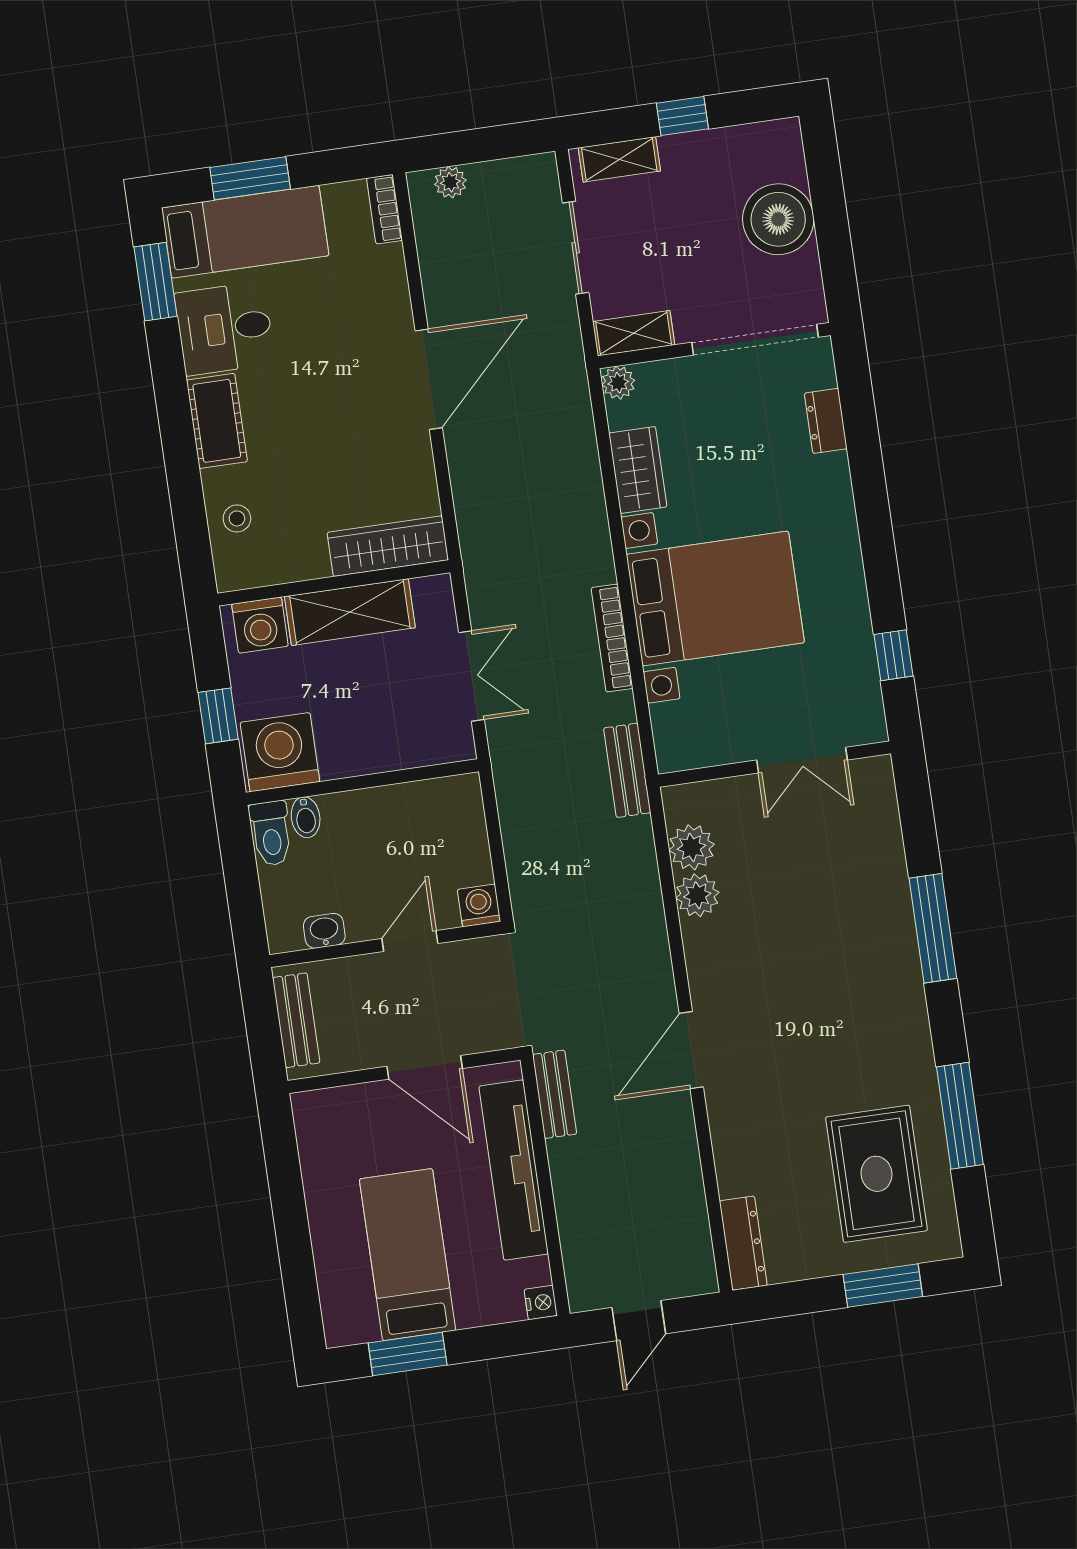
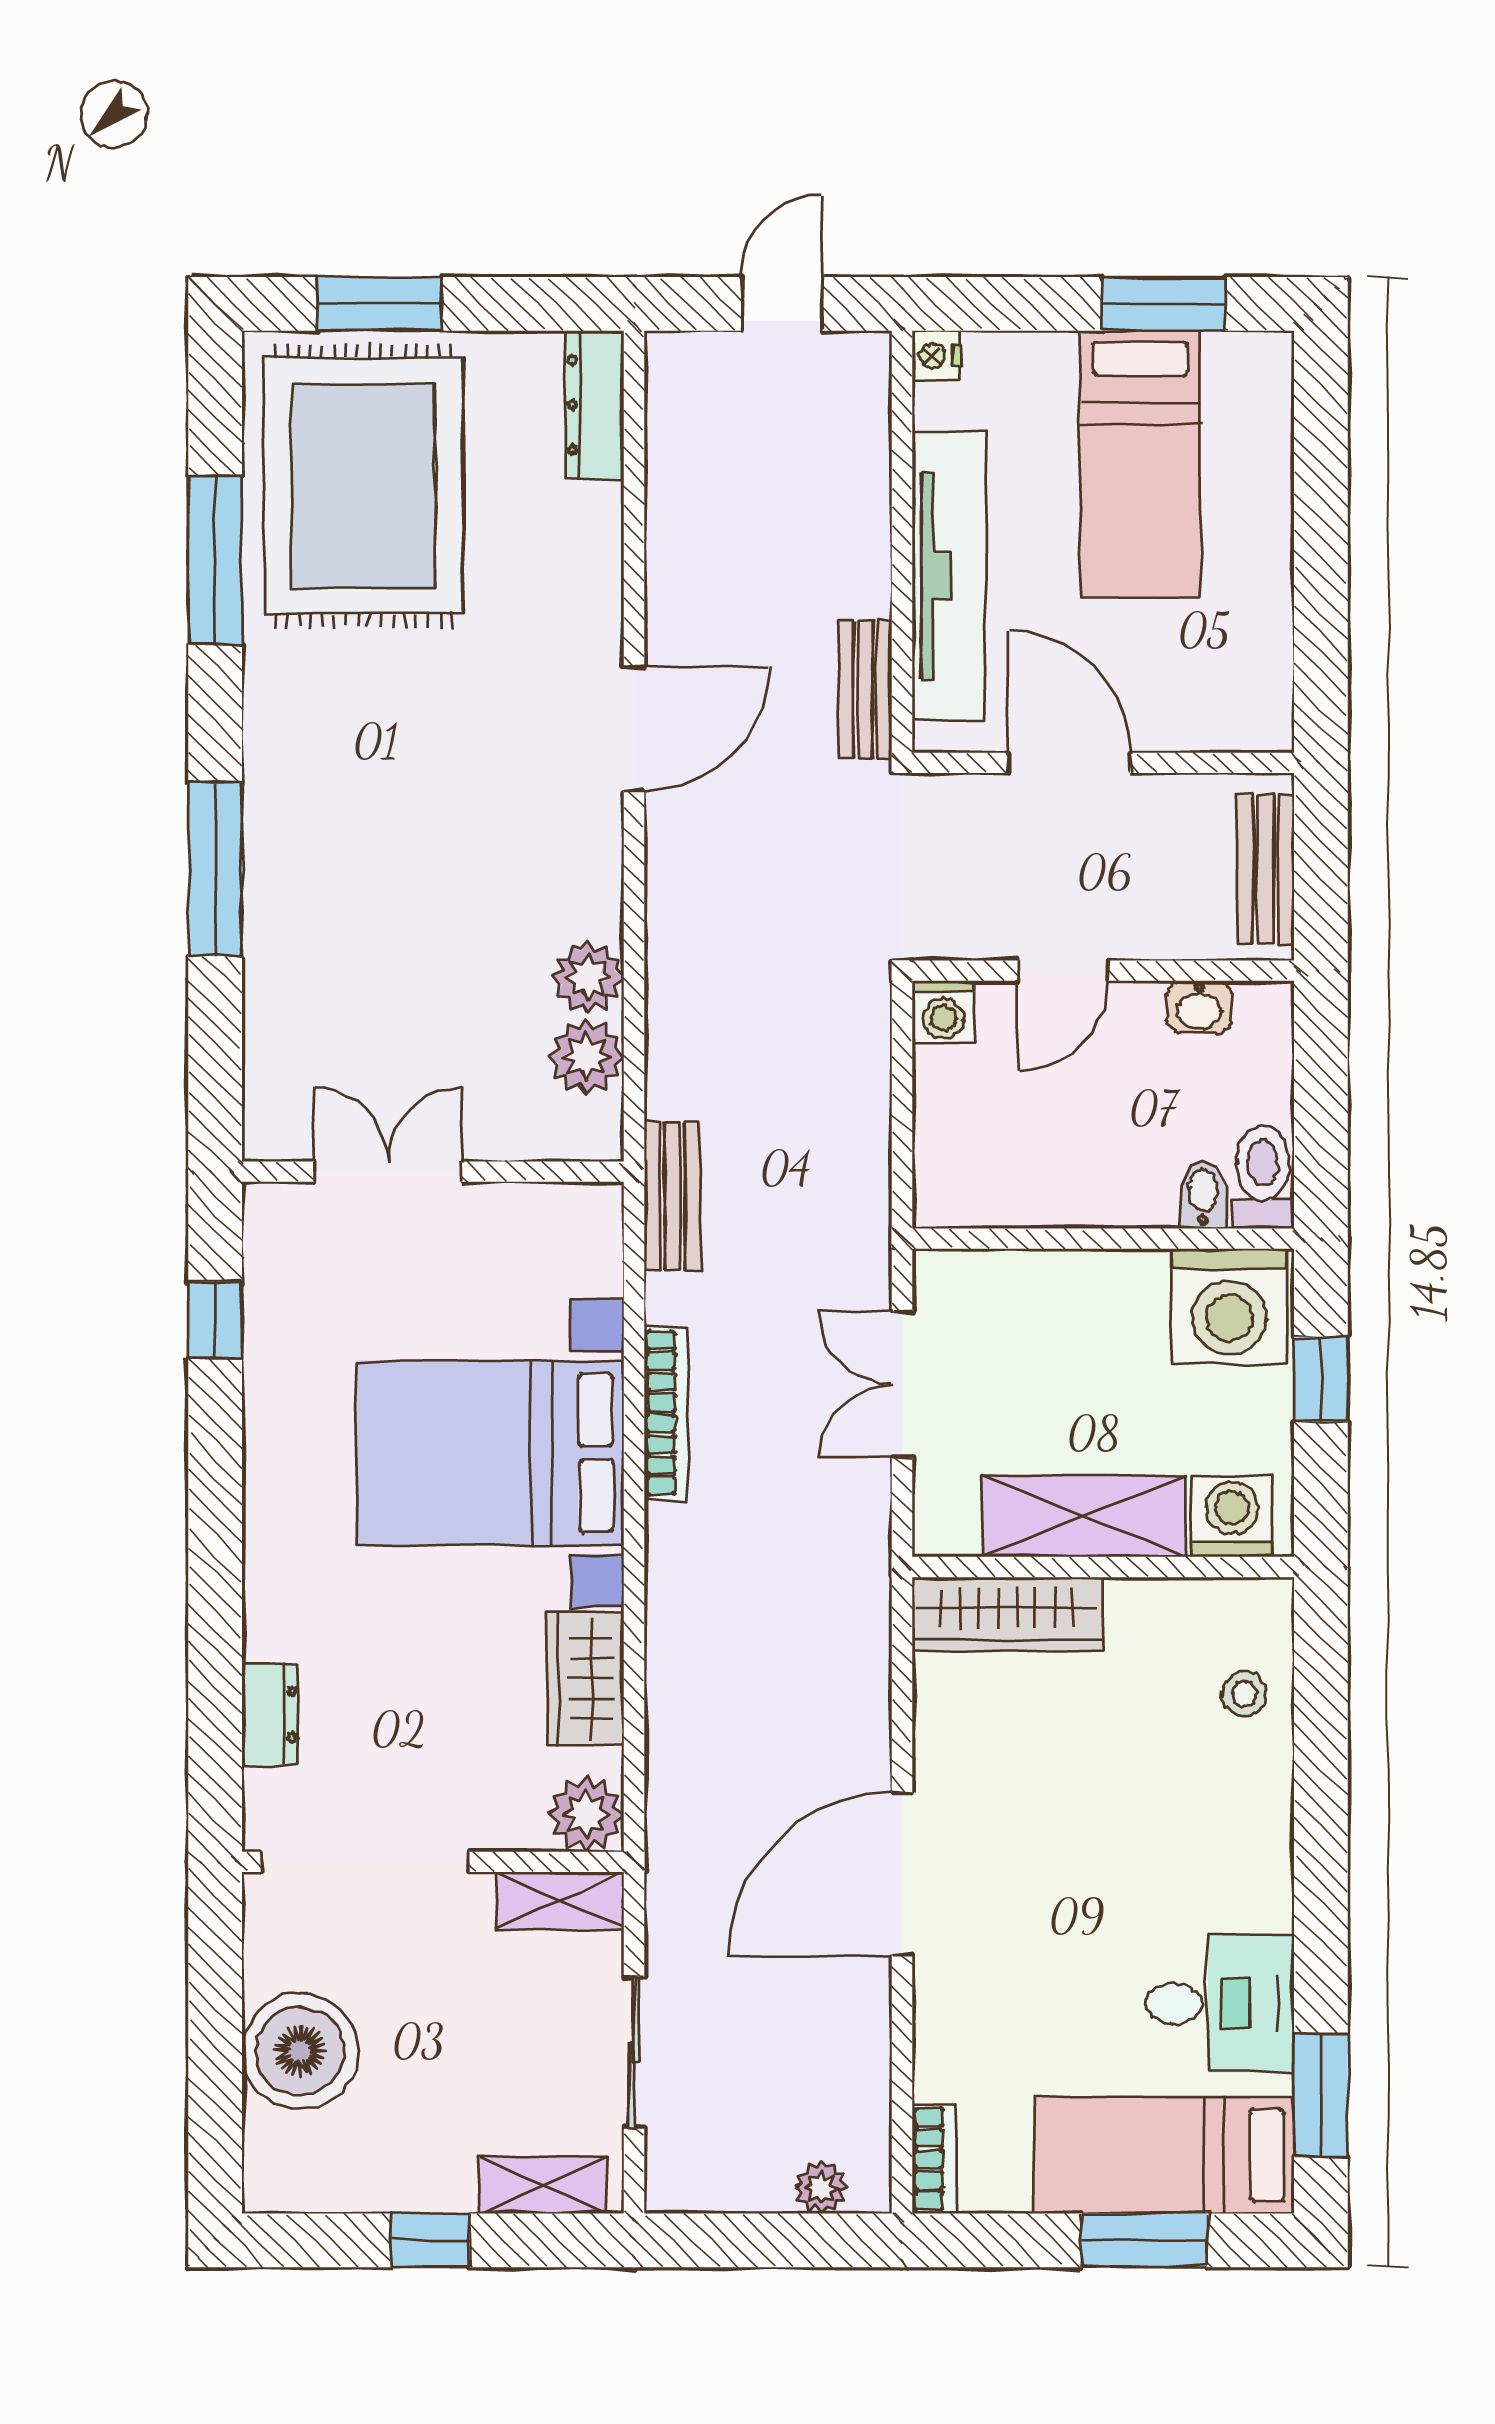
plant: (618, 383) -> (586, 1814), width x1.38, depth x1.38
cot: (217, 421) -> (1254, 1856), removed
rug: (877, 1174) -> (363, 486), width x1.37, depth x1.44

